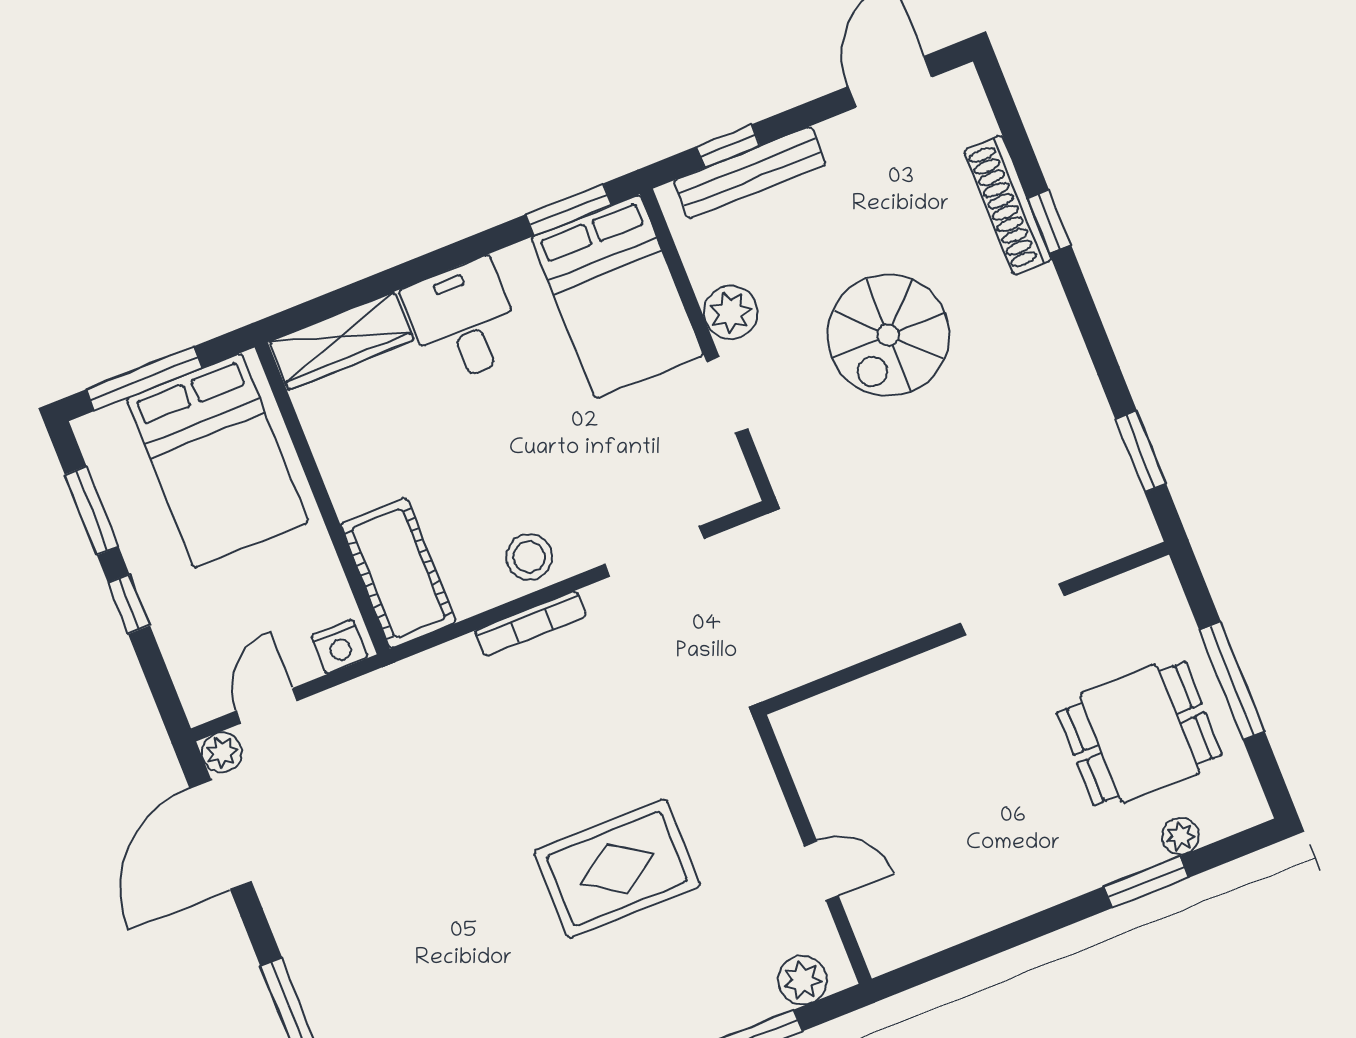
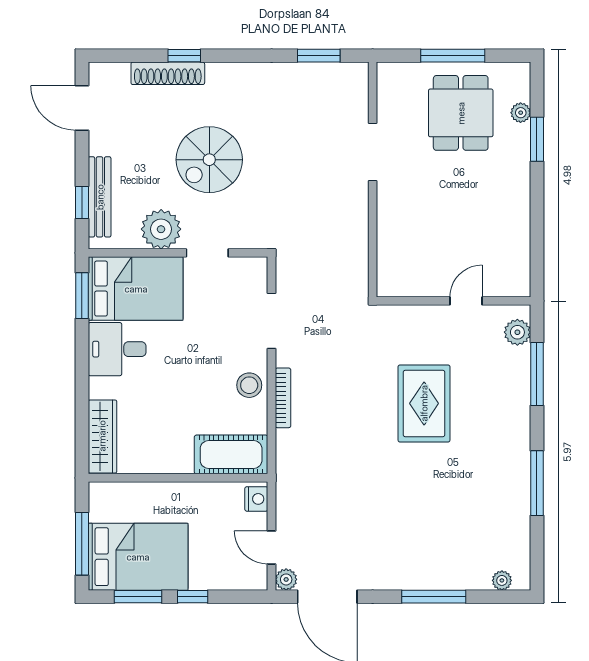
plant: (731, 312) -> (161, 229), width x1.36, depth x1.36
desk: (463, 321) -> (117, 349), moved
spiral stairs: (888, 335) -> (209, 160), turned 90
bed: (218, 461) -> (138, 557), moved

